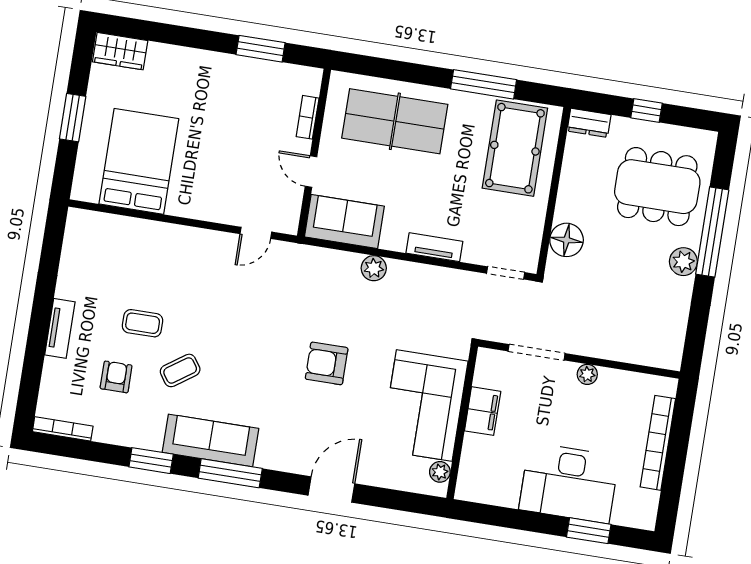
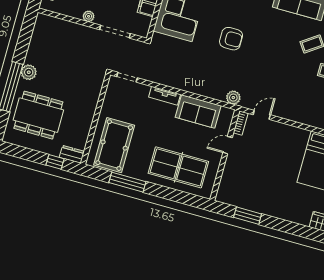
window: (646, 110) -> (55, 162), moved
bookcase: (308, 117) -> (241, 123), moved
door: (311, 172) -> (228, 145), swing flipped
sofa: (344, 222) -> (198, 111), moved
floor lamp: (567, 240) -> (92, 91), removed
plant: (374, 268) -> (233, 98), moved

